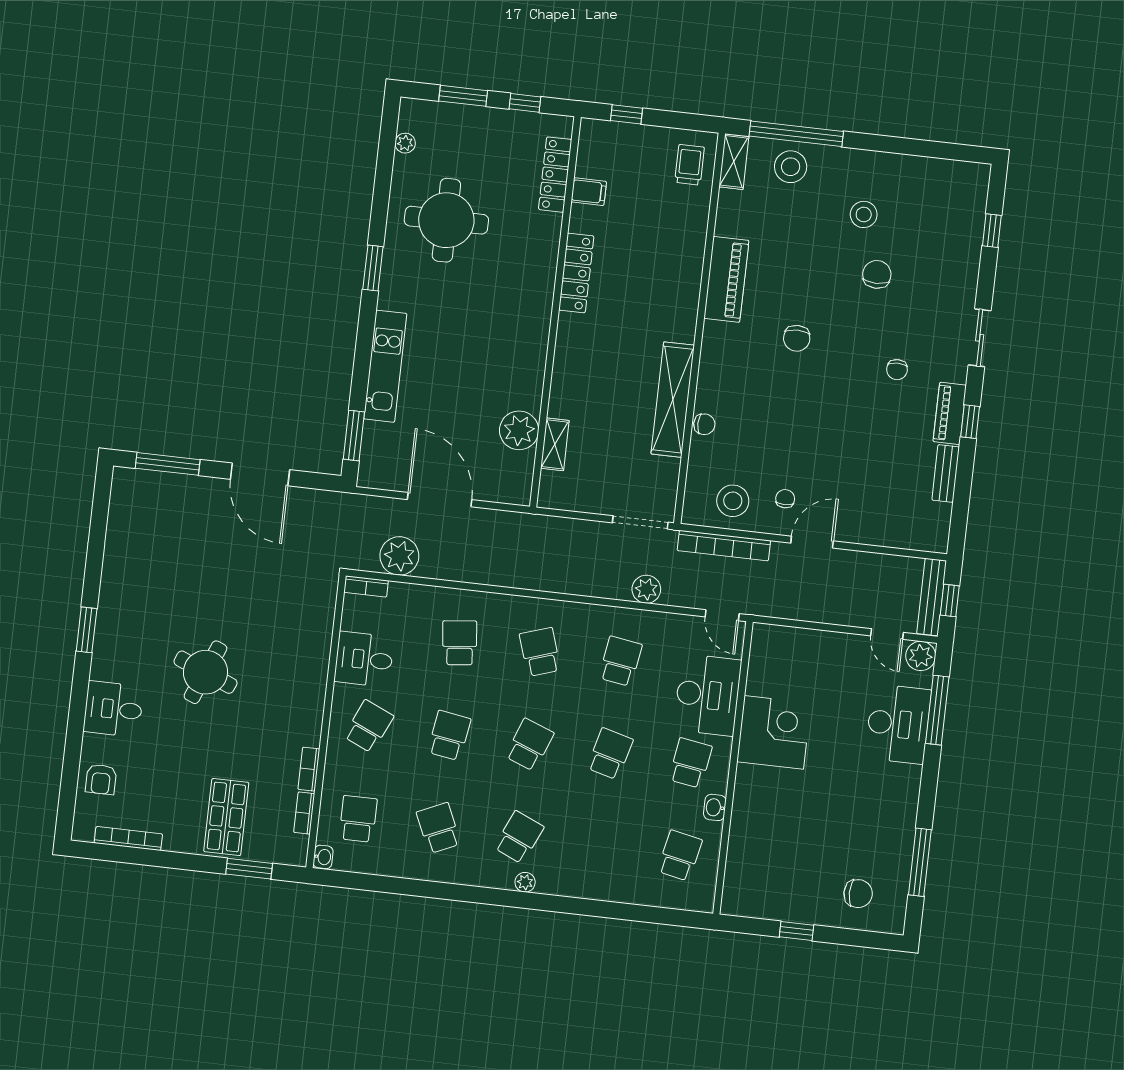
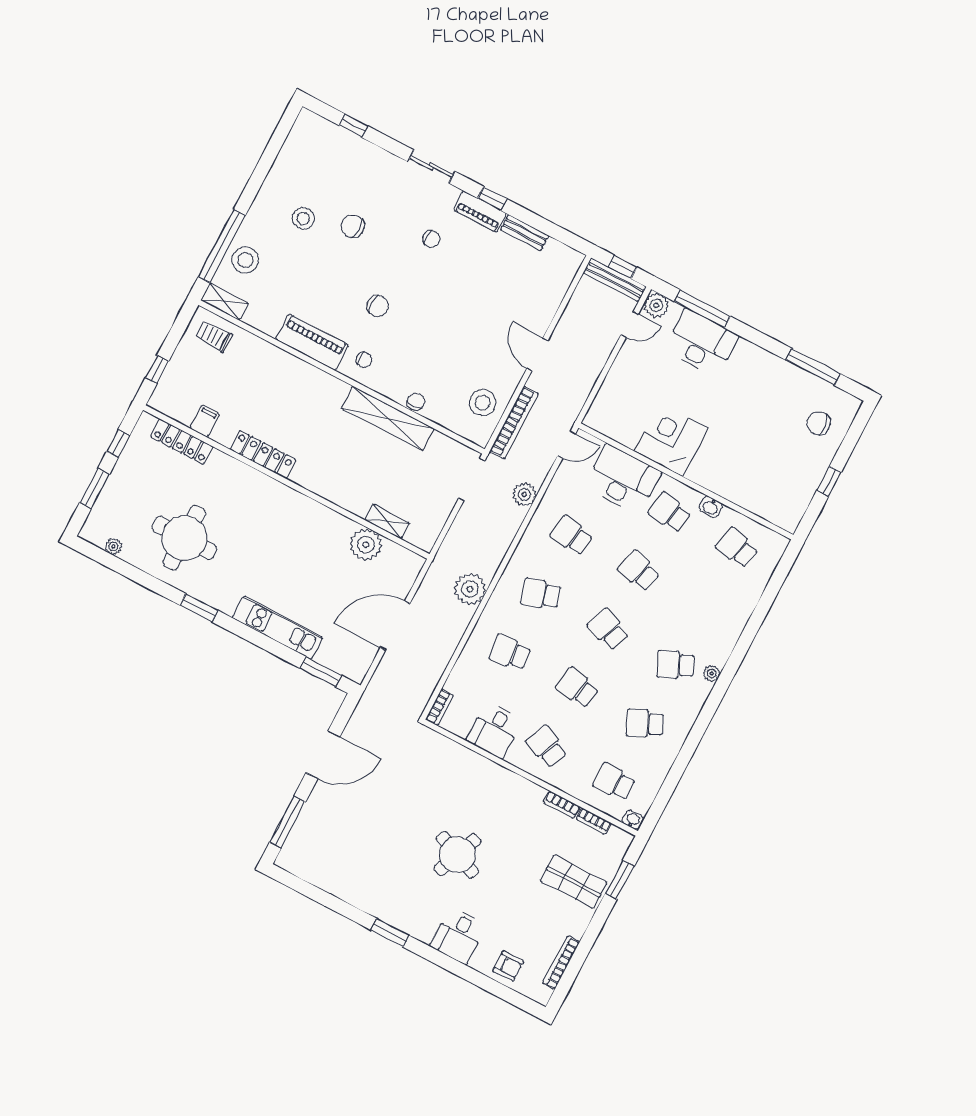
chair: (785, 499) -> (364, 360), moved, turned 180
plant: (399, 556) -> (470, 589), moved
school desk: (519, 837) -> (676, 665), turned -48
chair: (858, 894) -> (819, 423), turned -97

